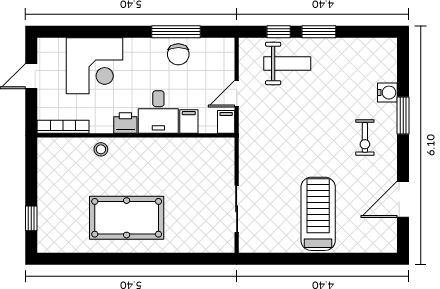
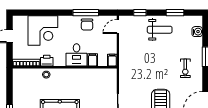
window: (319, 32) -> (175, 13), moved
weight bench: (287, 63) -> (160, 30), moved
water cooler: (387, 93) -> (197, 32), moved
door: (237, 94) -> (118, 26), moved
printer: (125, 123) -> (47, 61), moved

